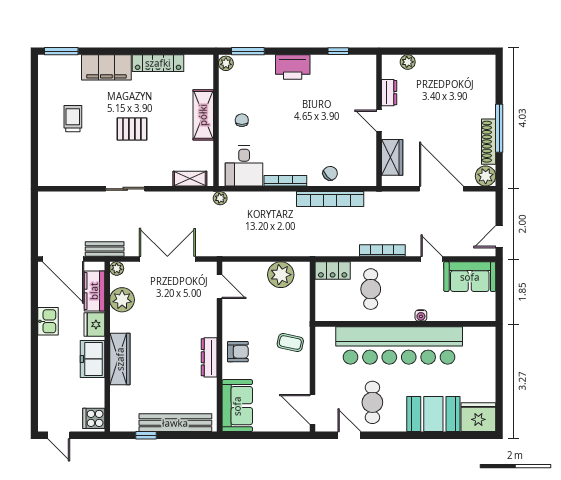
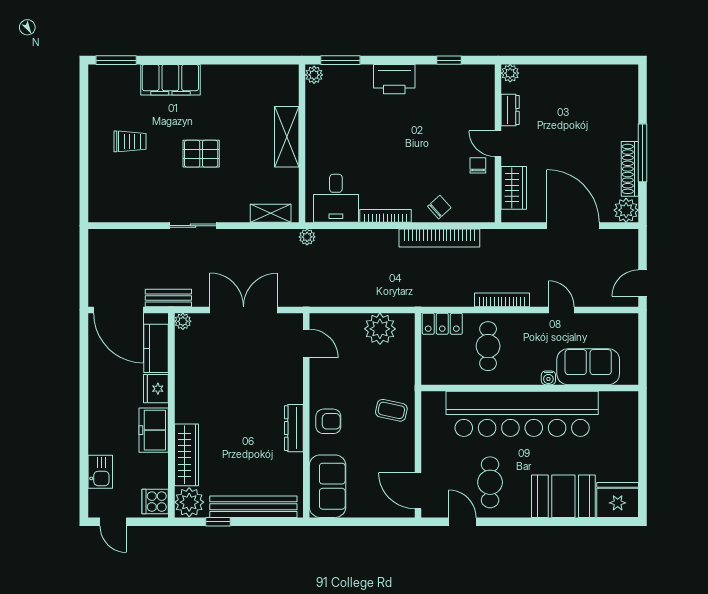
plant: (408, 62) -> (510, 73), moved
locker: (158, 63) -> (232, 75), removed
trolley: (73, 119) -> (130, 141), turned 90
chair: (242, 120) -> (478, 165), moved
sofa: (470, 277) -> (588, 367), moved, turned 180
plant: (122, 300) -> (189, 502), moved
kitchen sink: (48, 321) -> (100, 472), moved
wardrobe: (120, 359) -> (187, 455), moved

